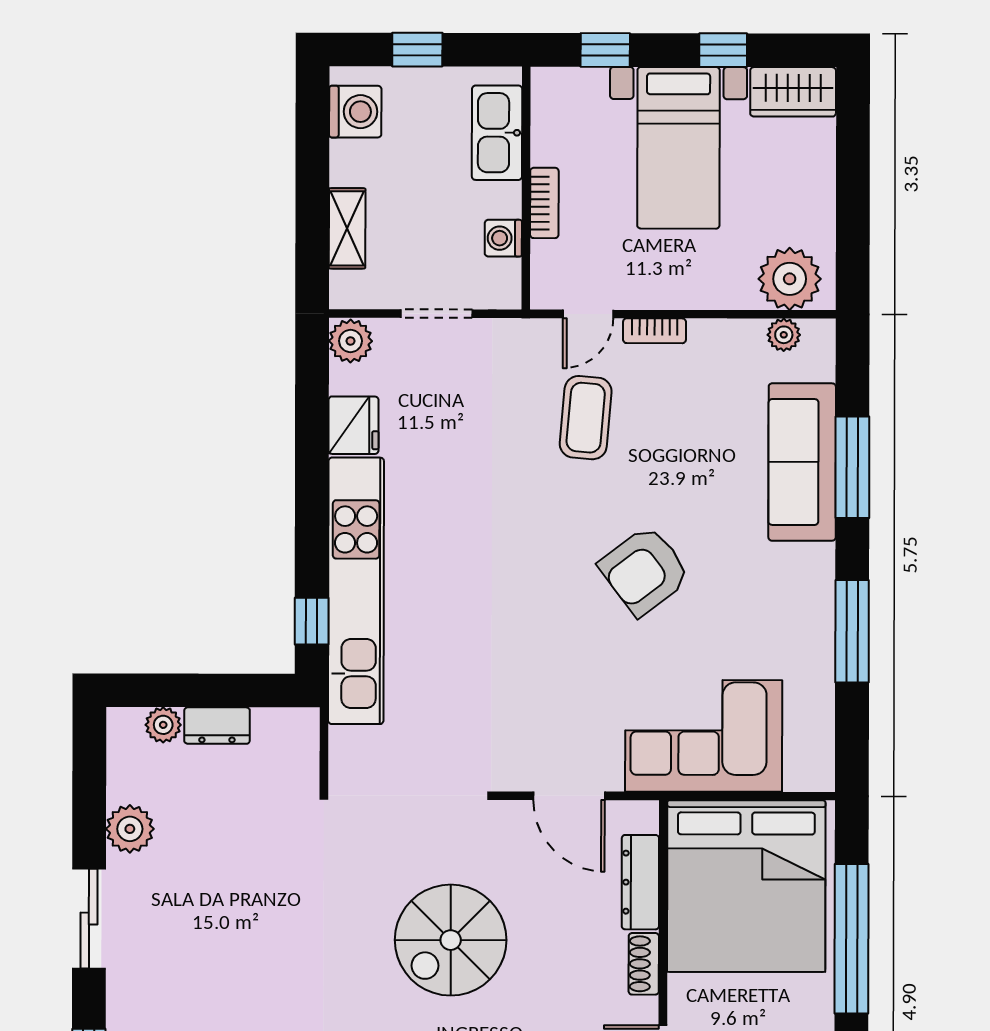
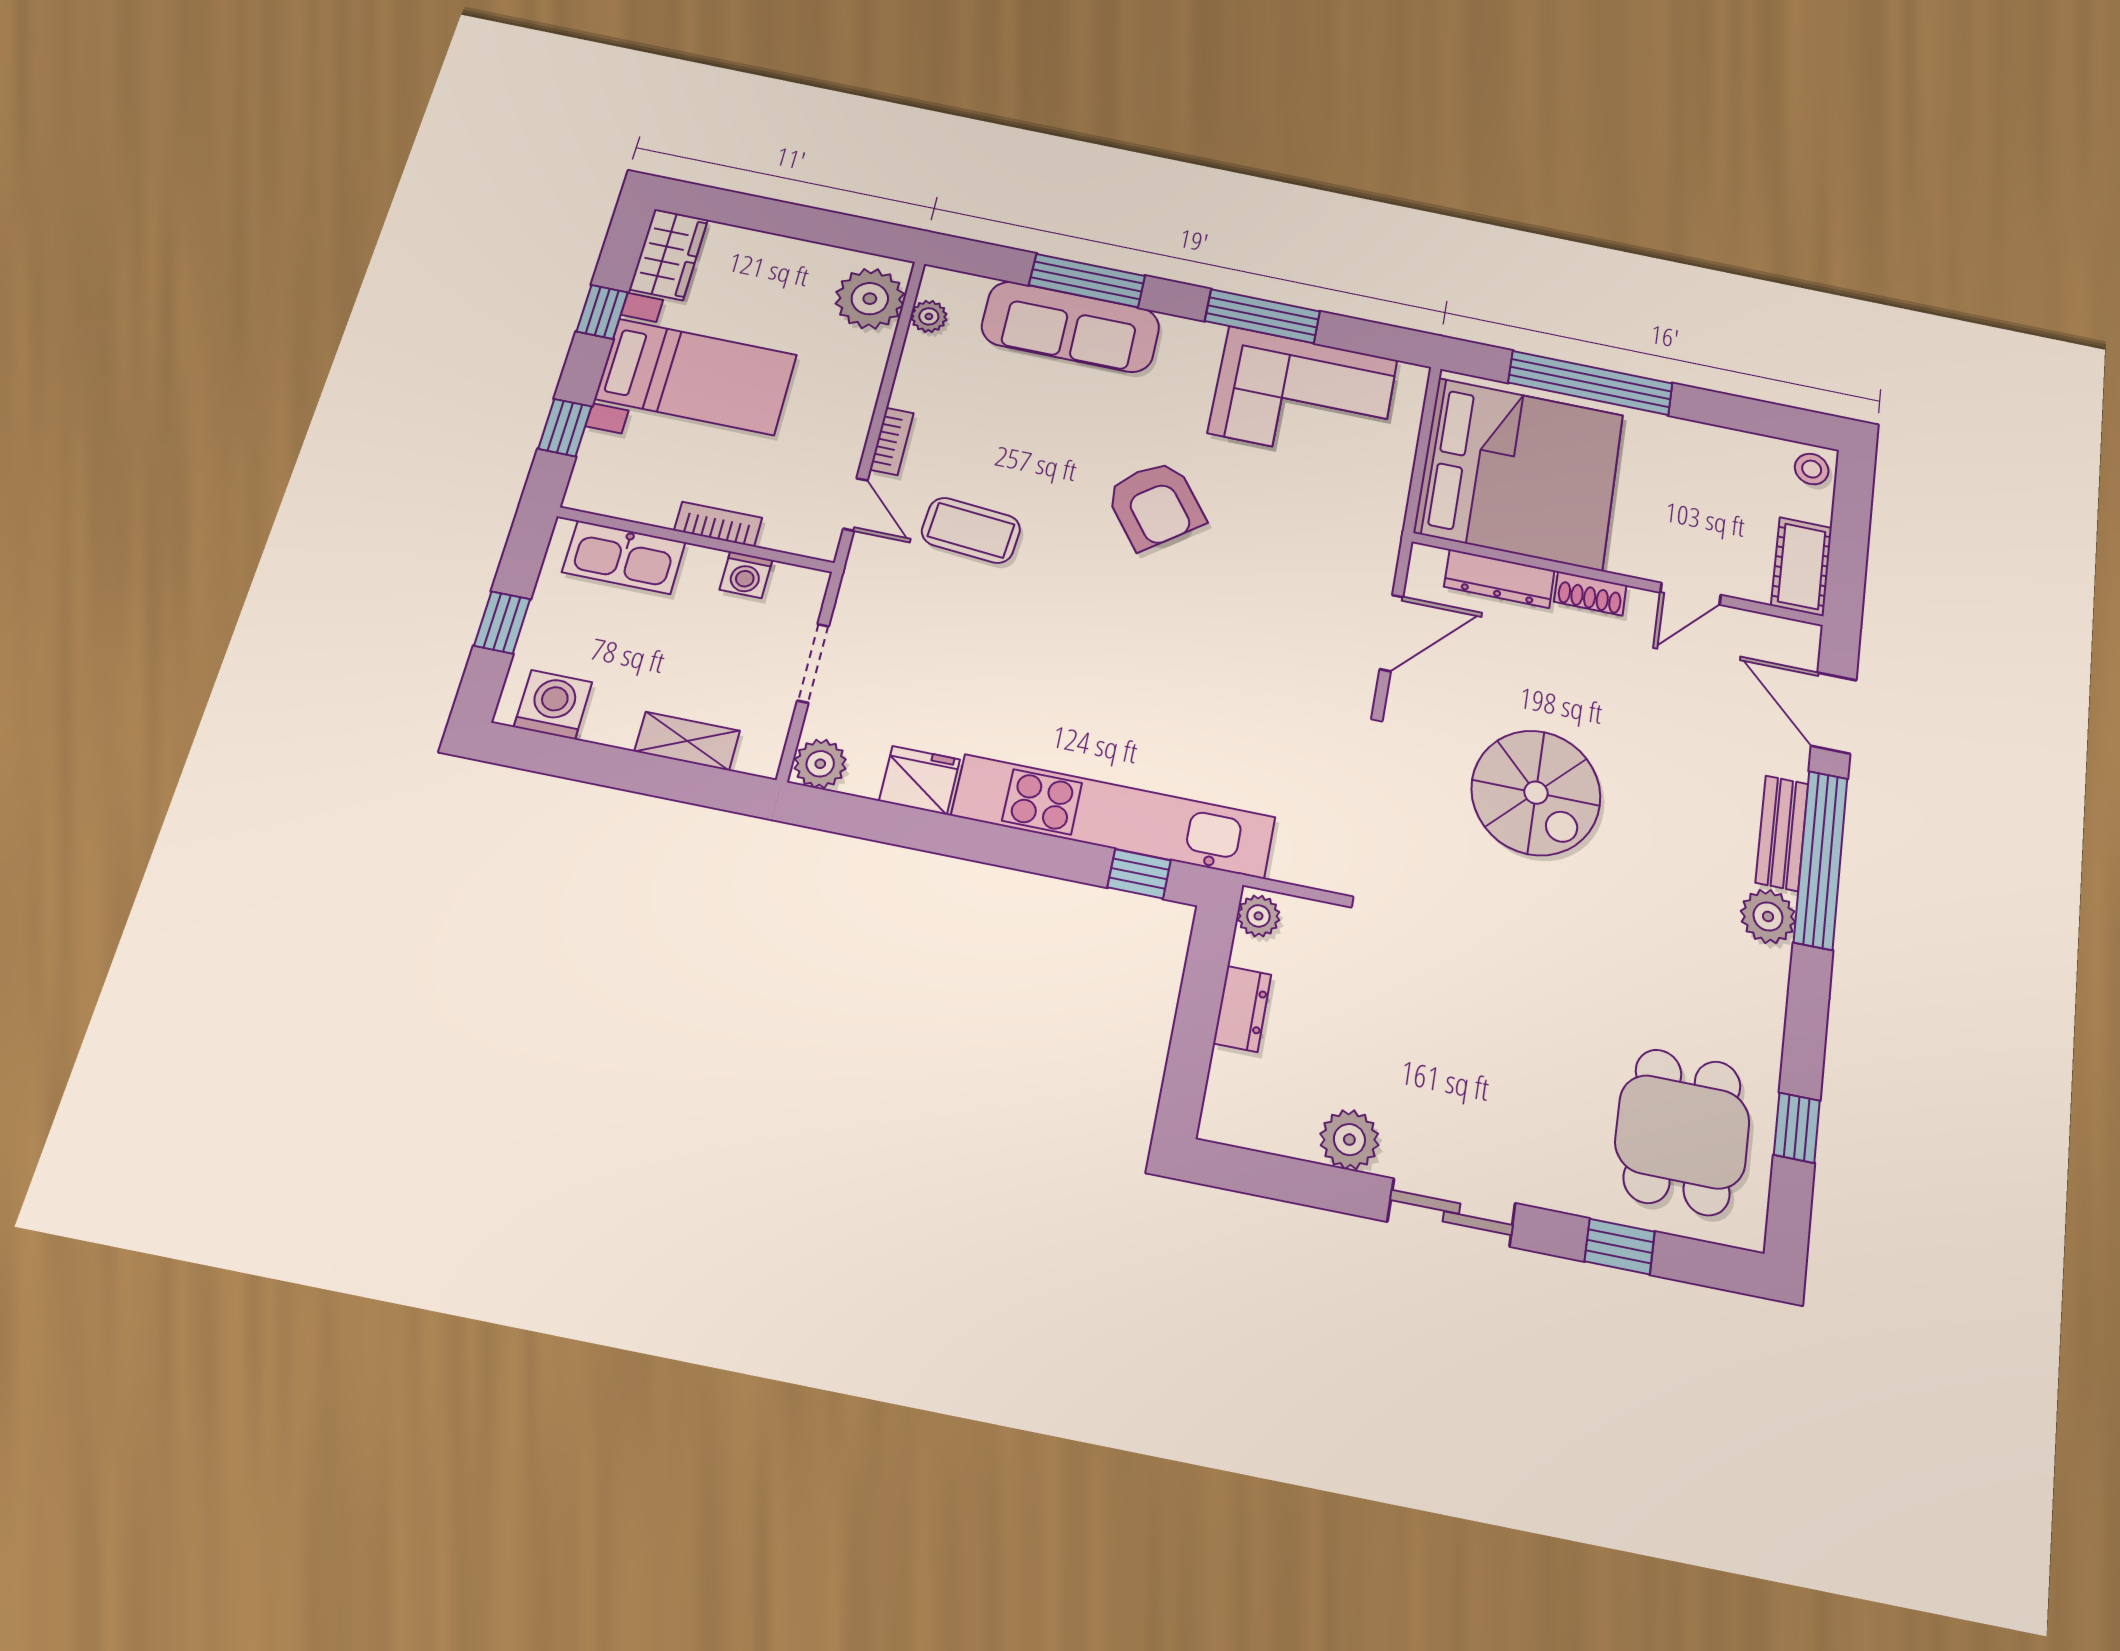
plant: (163, 725) -> (1258, 916), moved
corner sofa: (704, 736) -> (1303, 396), moved, turned -90

